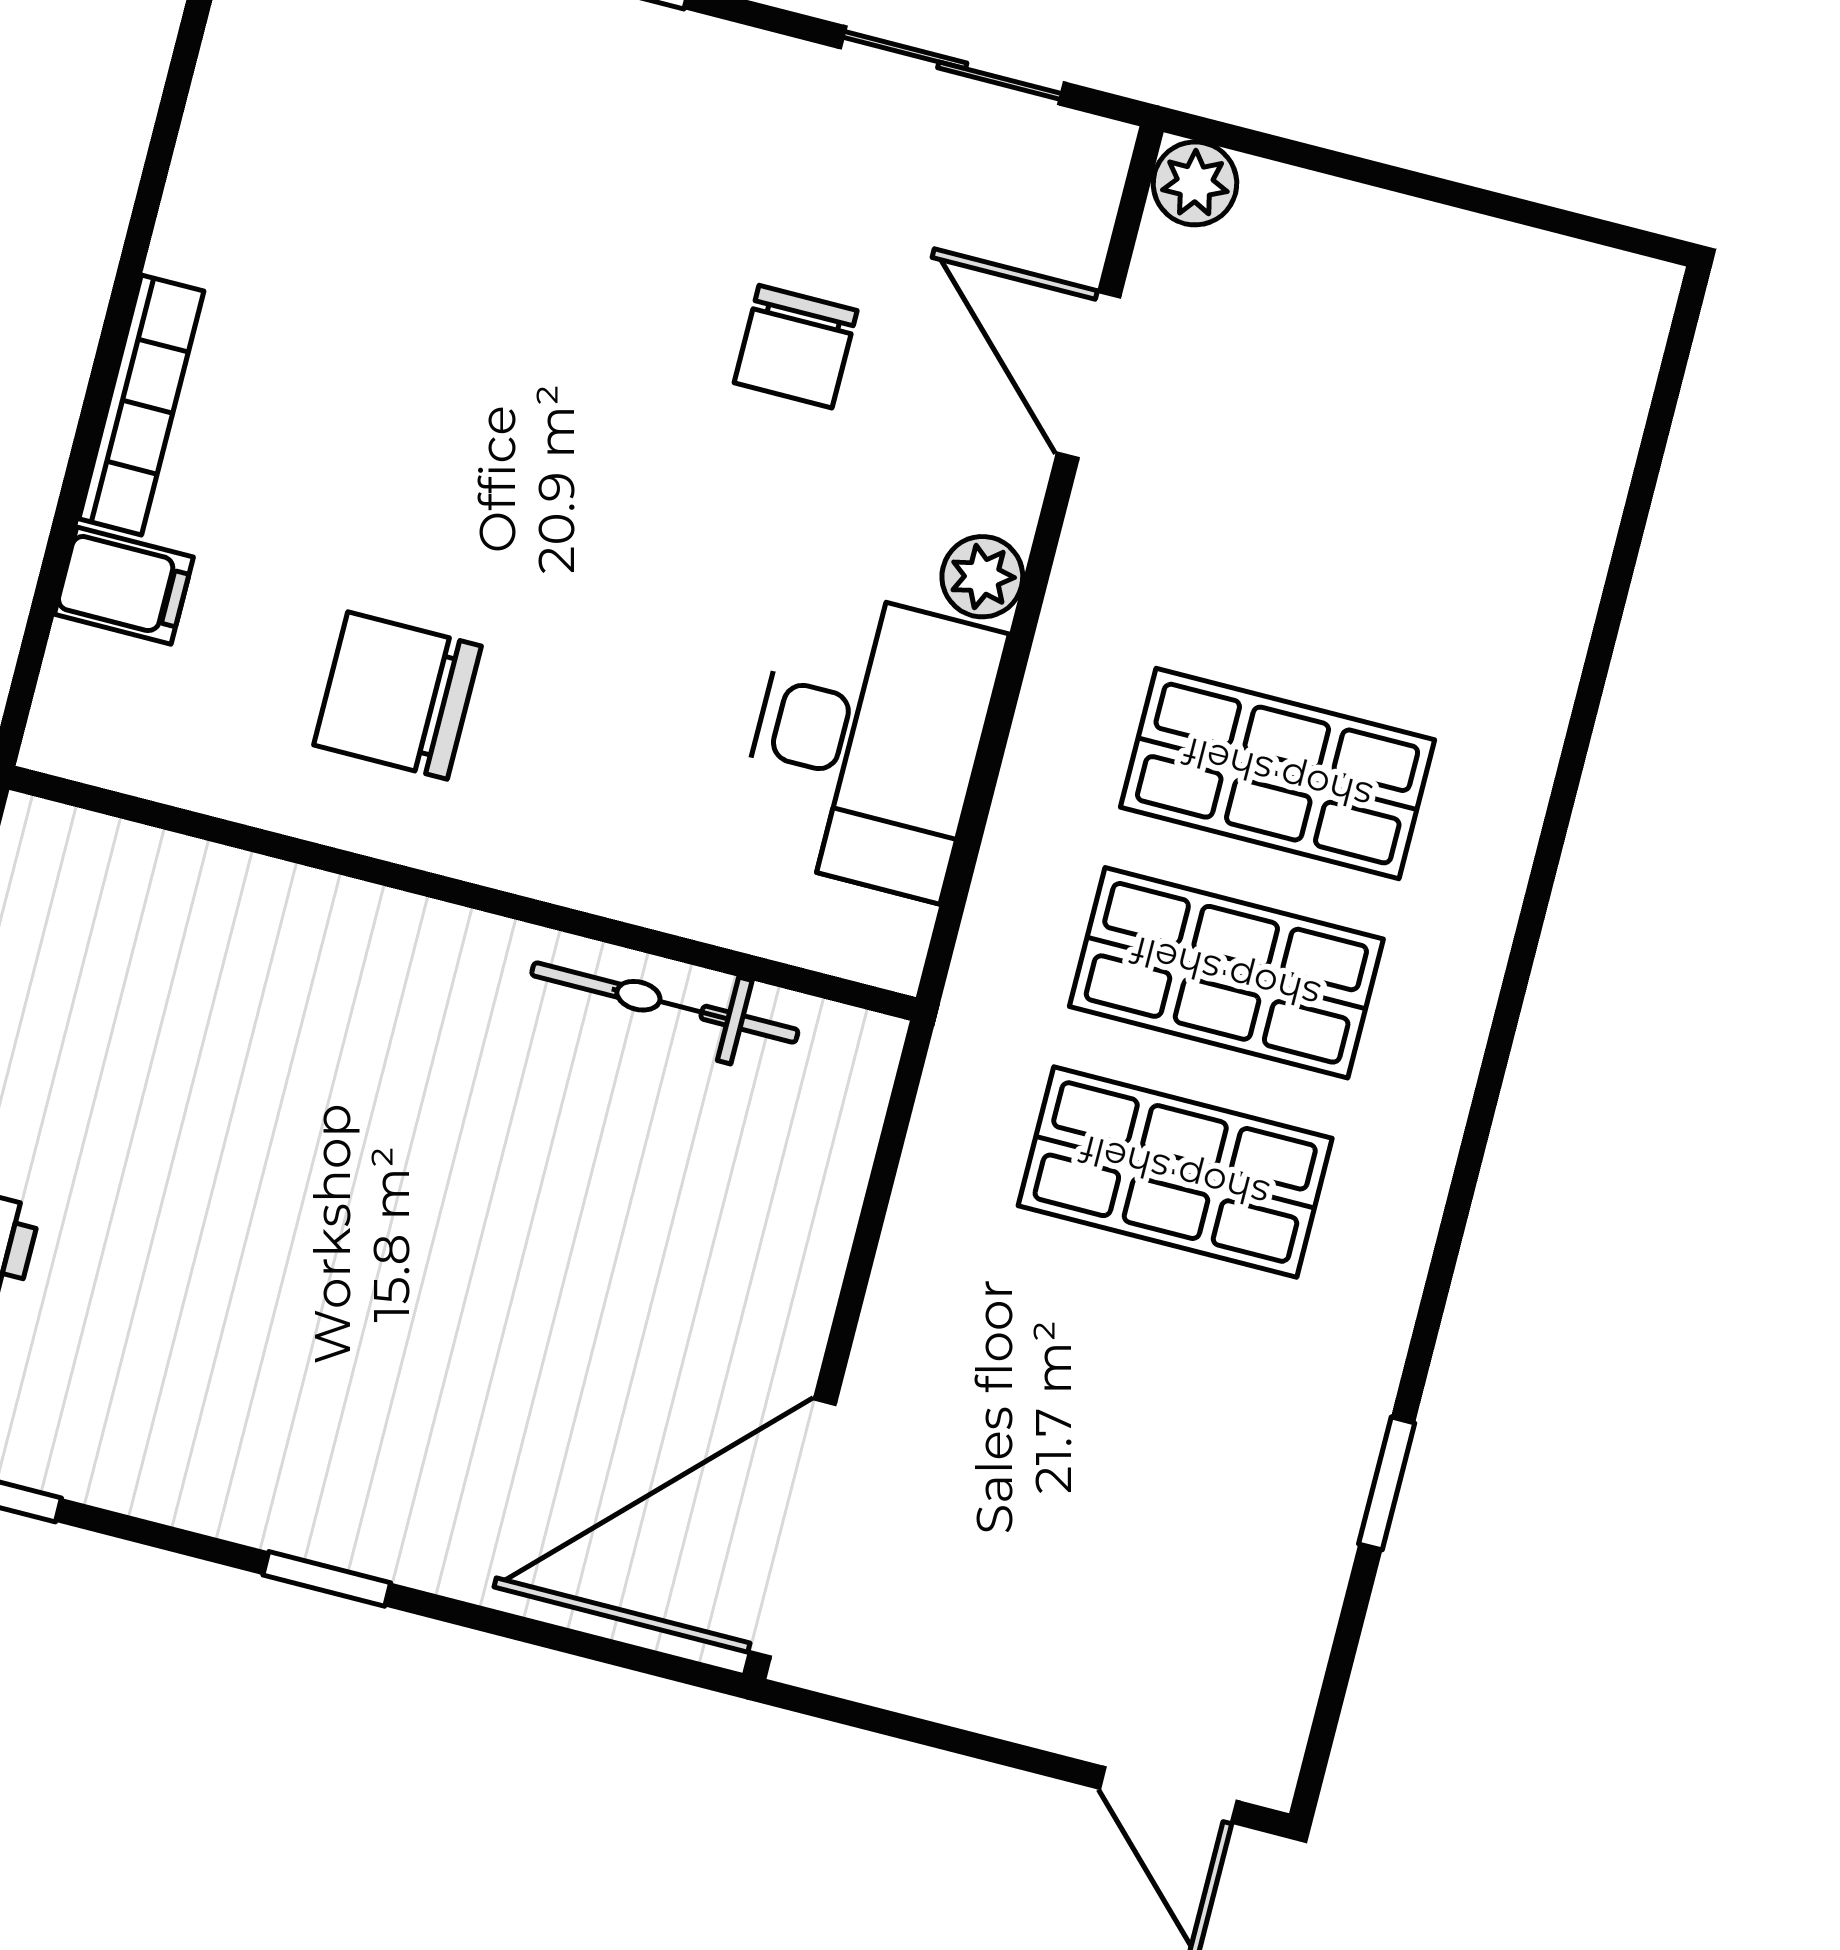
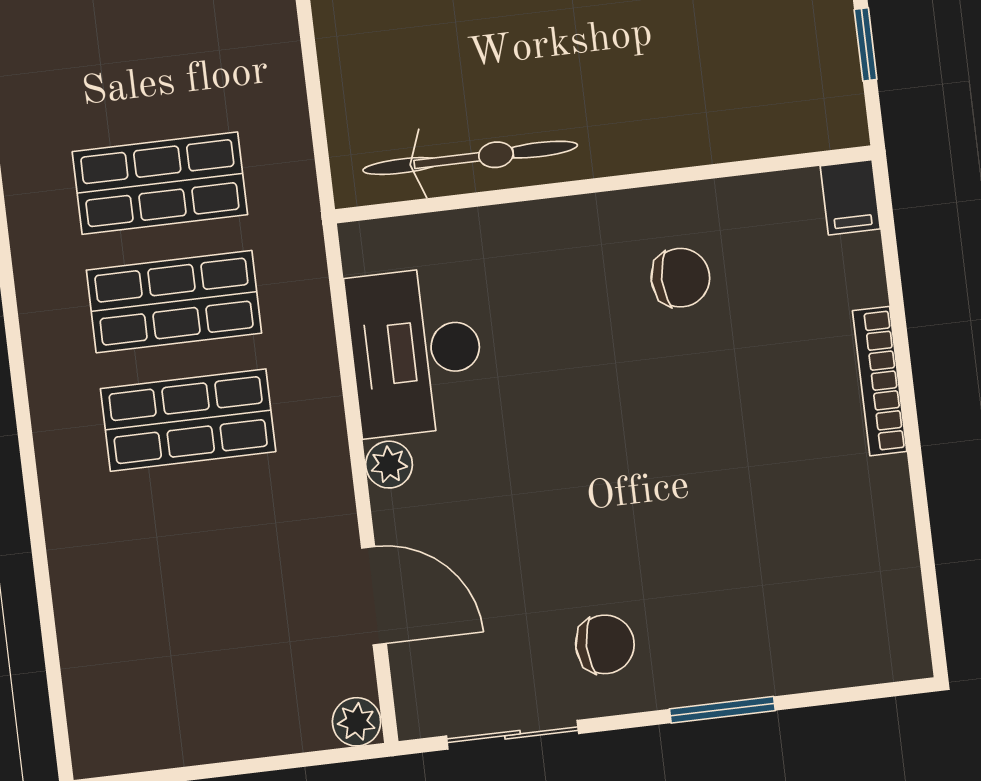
chair: (796, 347) -> (605, 644), moved, turned 90
filing cabinet: (124, 586) -> (850, 197), moved, turned -90
chair: (397, 695) -> (680, 278), width x0.73, depth x0.73
bicycle: (665, 1003) -> (470, 158), width x1.37, depth x1.40

